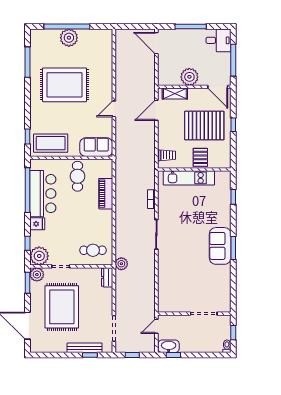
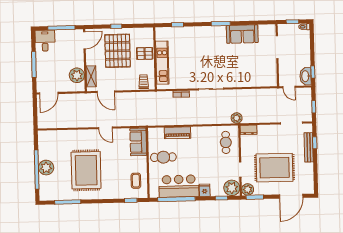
plant: (189, 77) -> (77, 75), moved
coffee table: (51, 143) -> (136, 181), width x0.54, depth x0.58
sofa: (220, 246) -> (242, 34), moved

